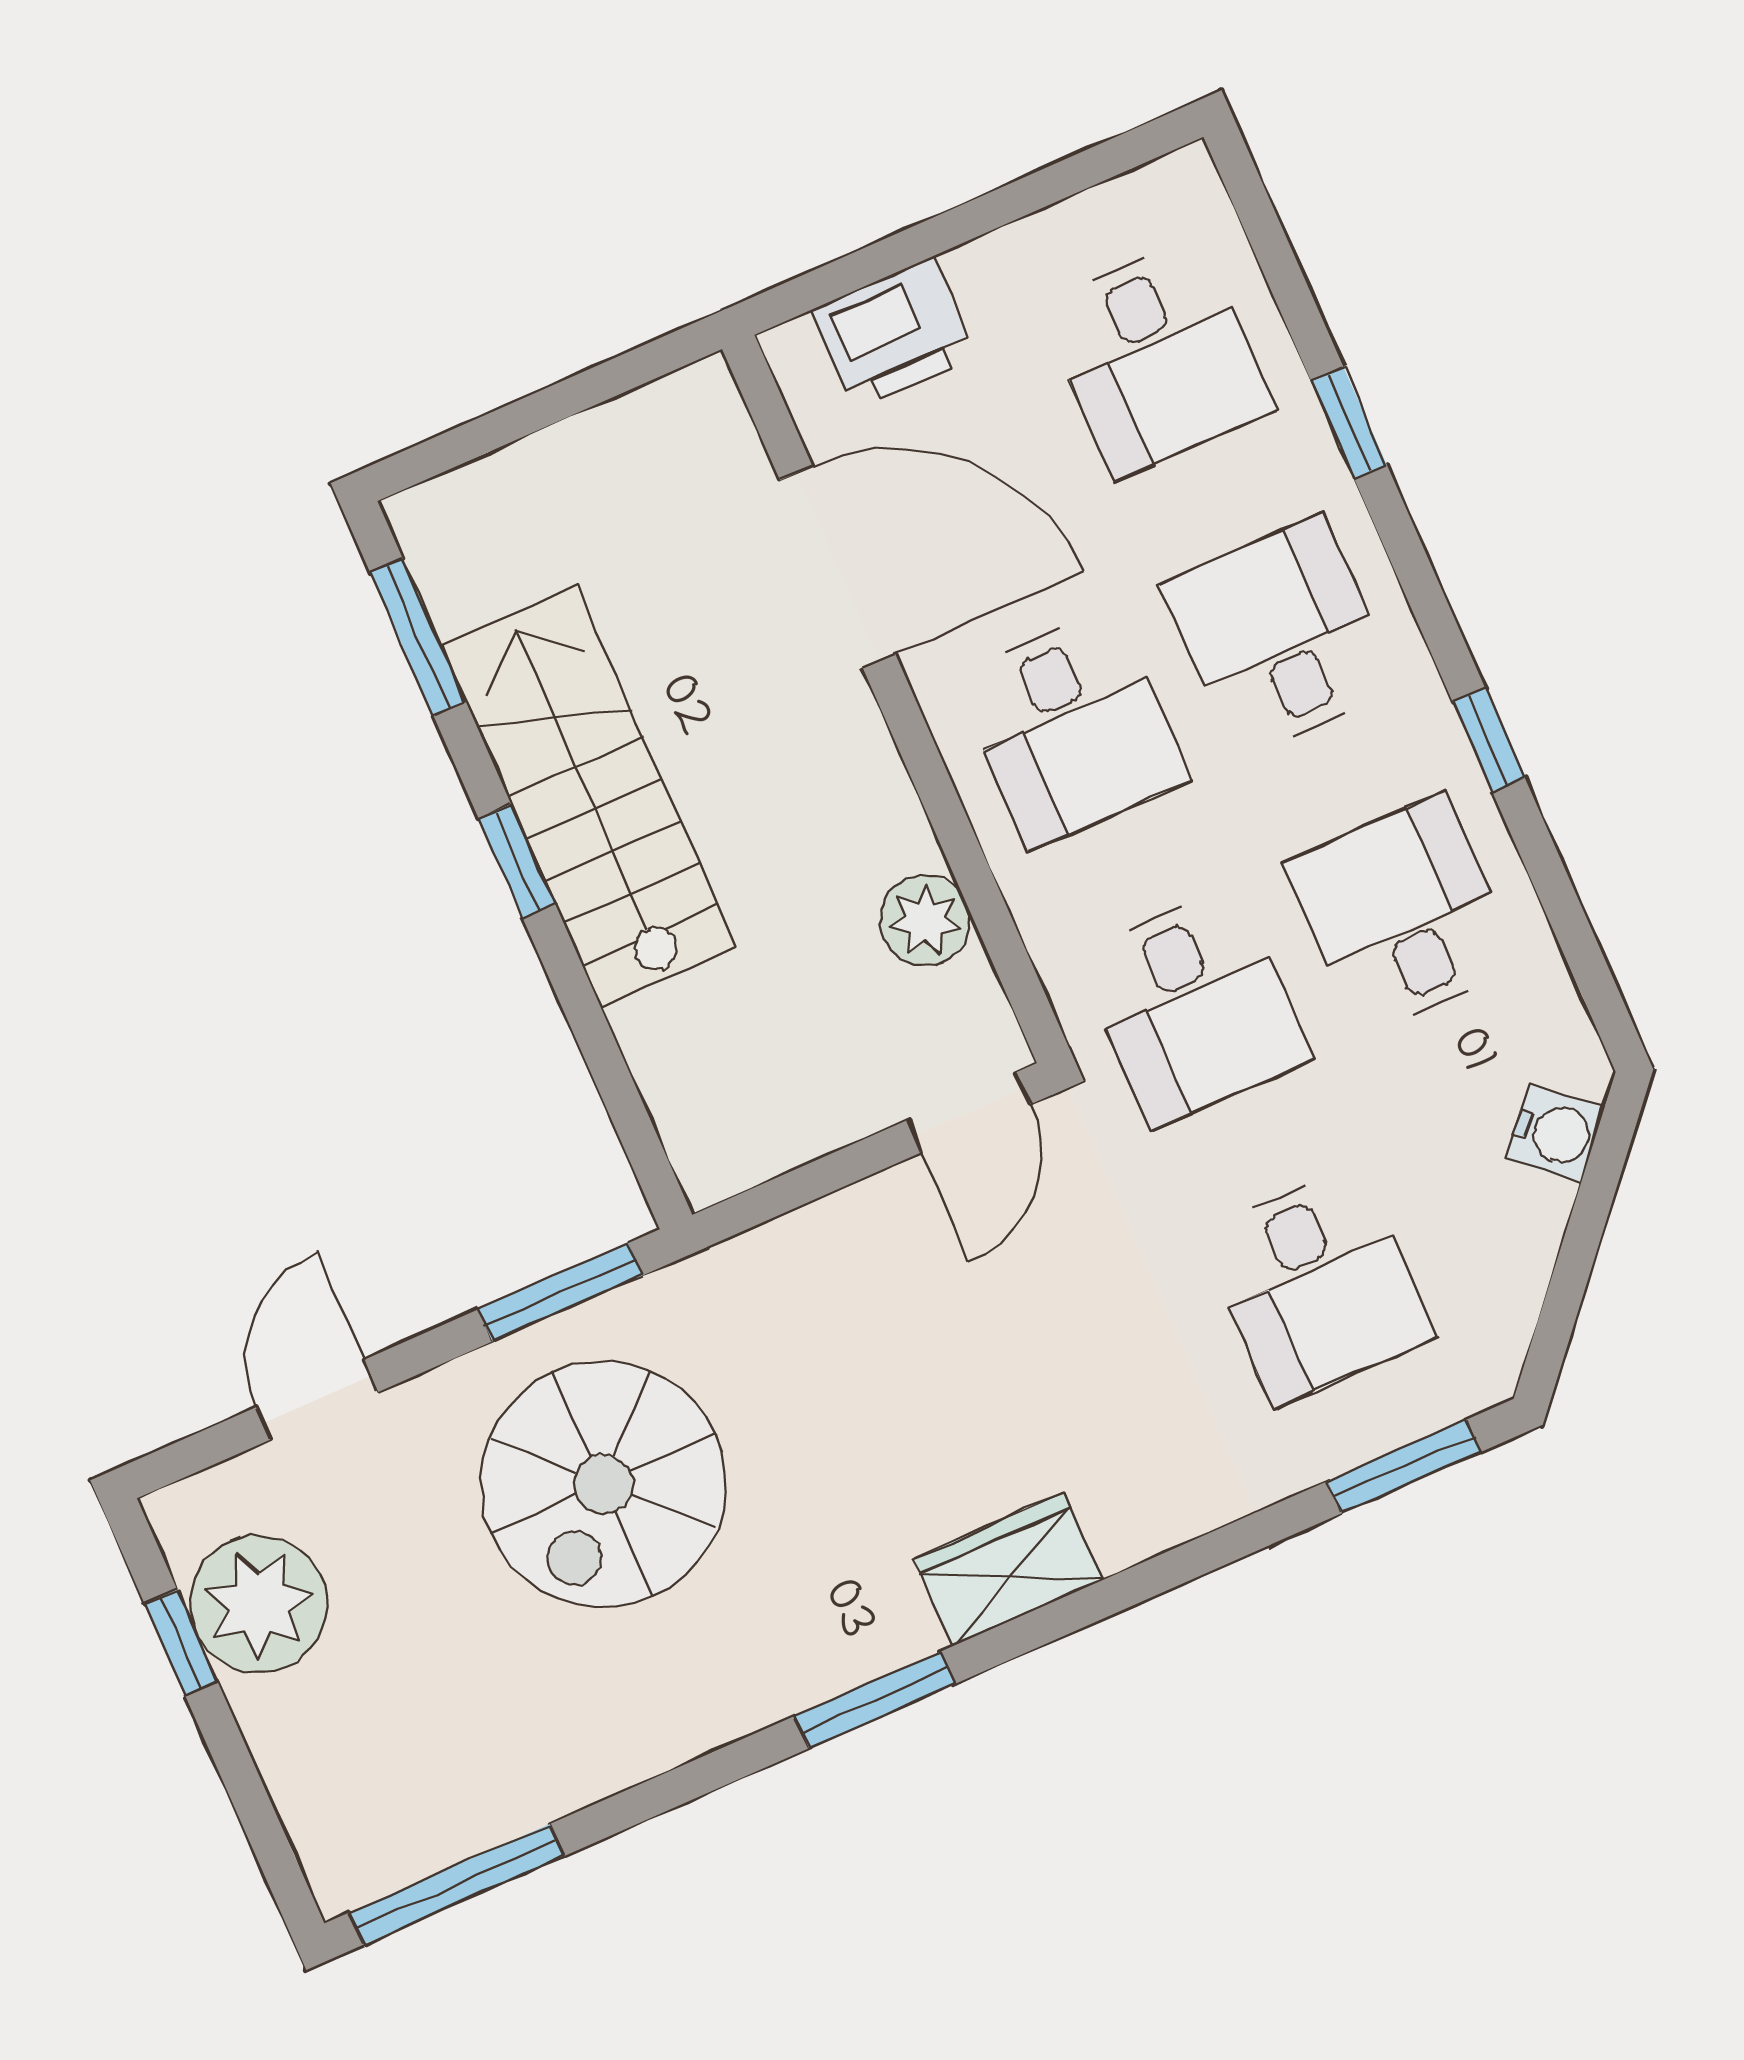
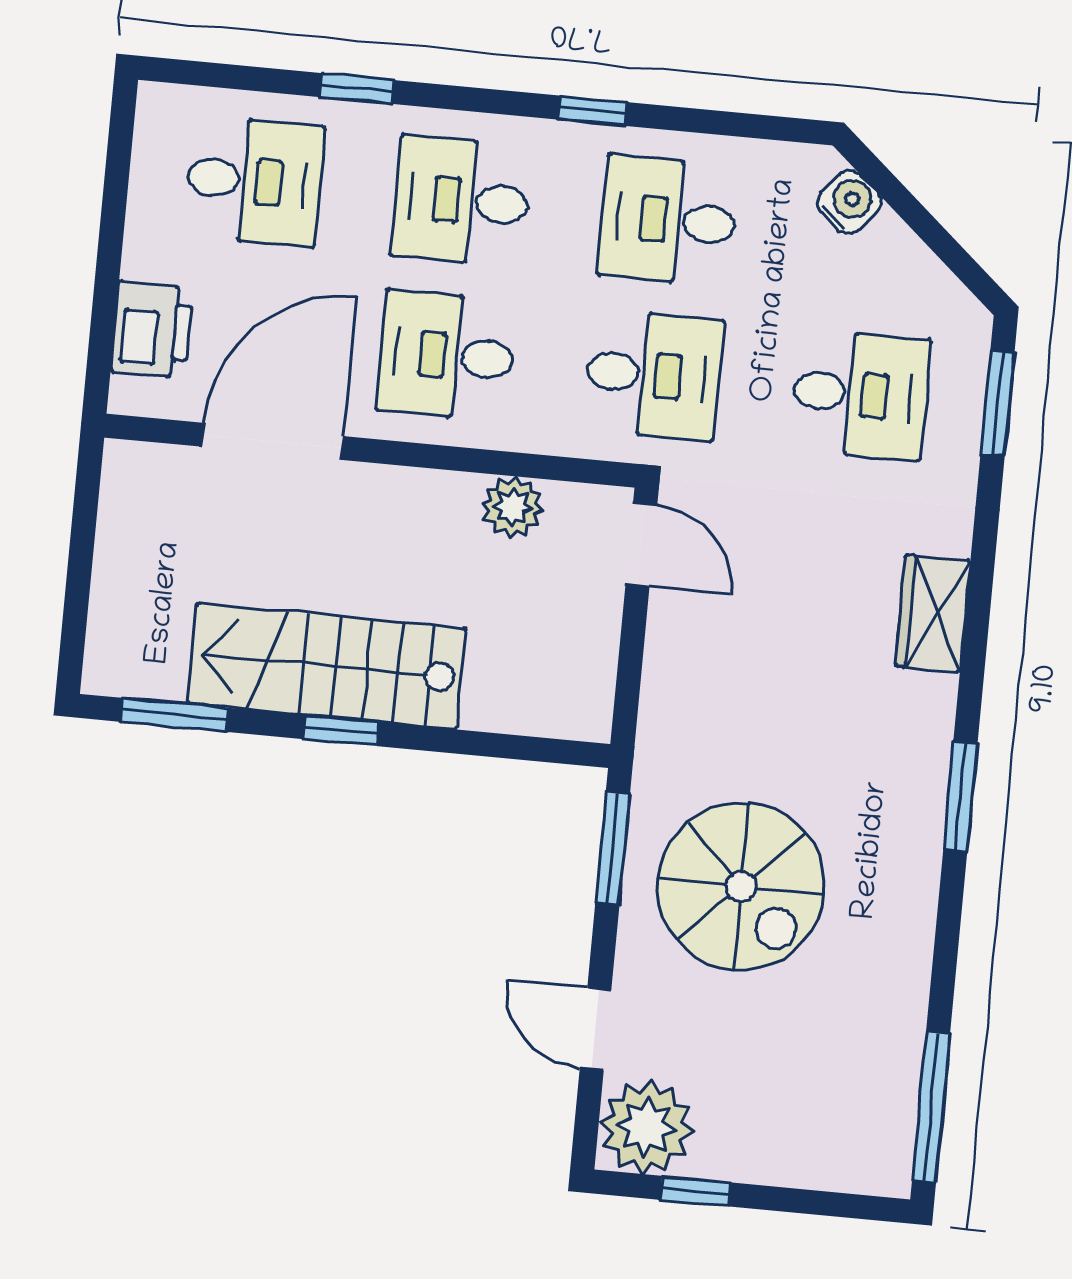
desk: (1072, 728) -> (447, 355), turned 180
wardrobe: (1008, 1570) -> (933, 613), moved
plant: (258, 1604) -> (646, 1127), moved

